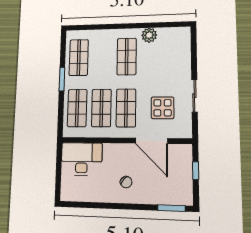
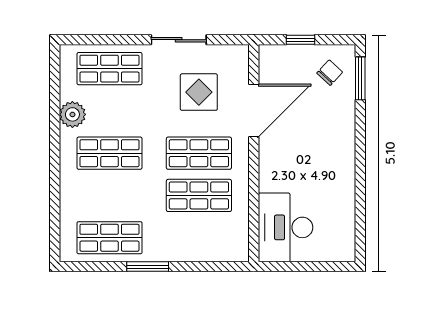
shop shelf: (77, 108) -> (109, 69), moved
chair: (126, 182) -> (330, 73), moved

